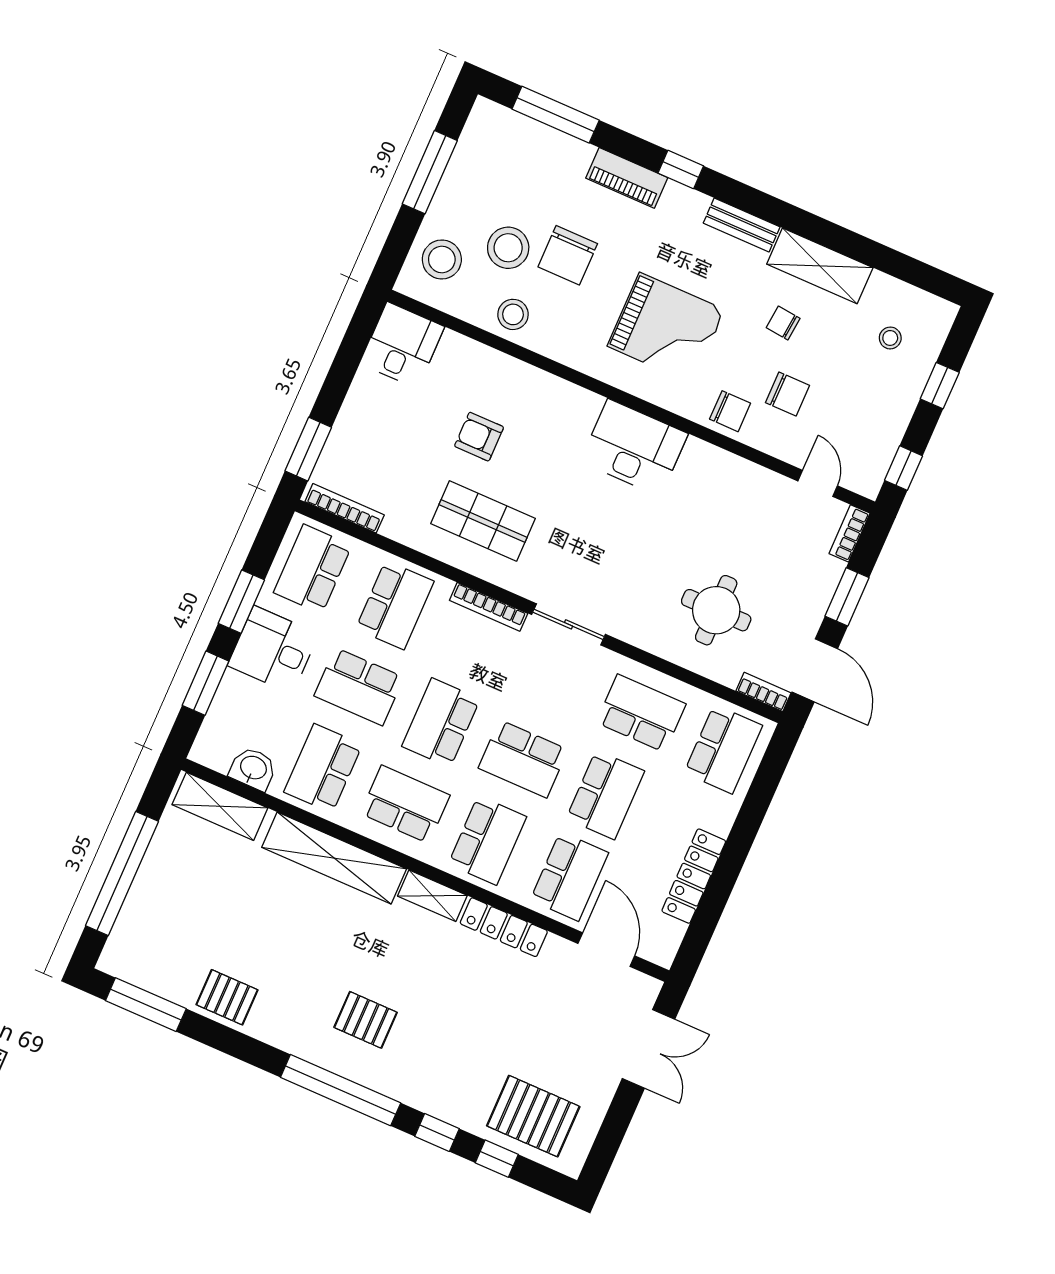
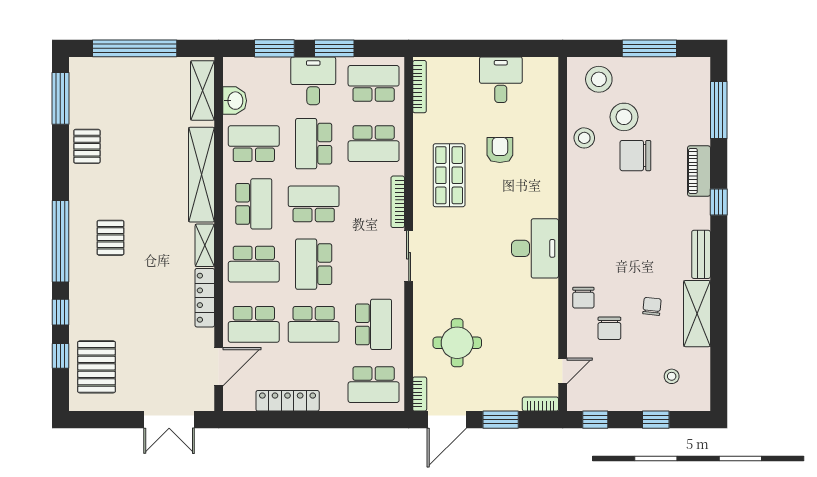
grand piano: (666, 328) -> (617, 236), removed
desk: (402, 345) -> (501, 80), moved, turned -90
window: (308, 449) -> (446, 48), removed

